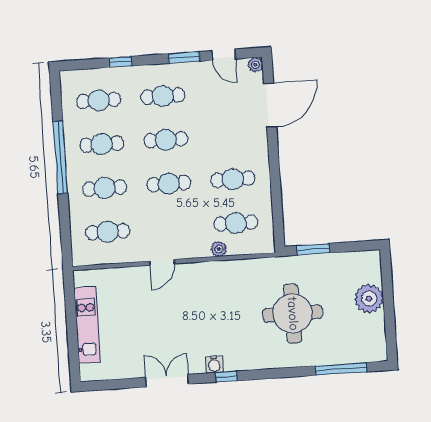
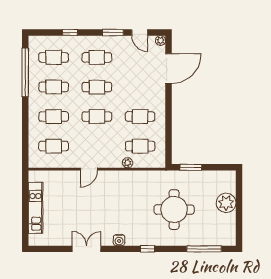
window: (60, 157) -> (25, 72), moved
window: (226, 377) -> (148, 249), moved

